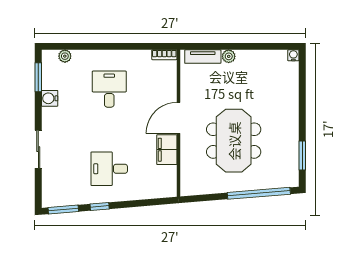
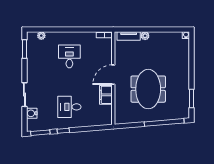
water cooler: (50, 98) -> (32, 113), moved

